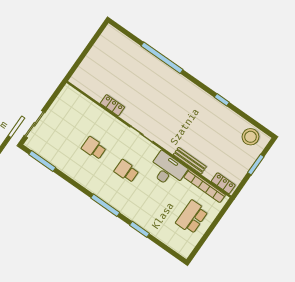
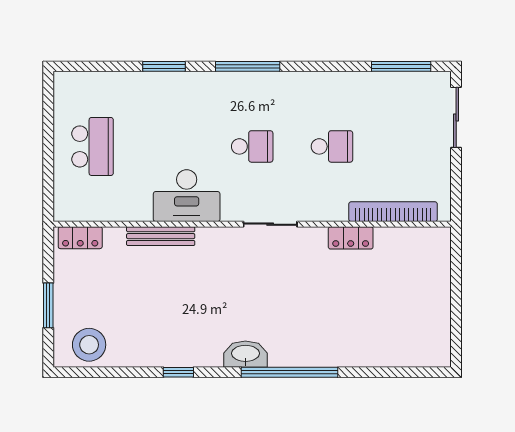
window: (162, 58) -> (289, 372), moved
washbasin: (189, 88) -> (245, 354), added
bookcase: (205, 186) -> (393, 212), moved

